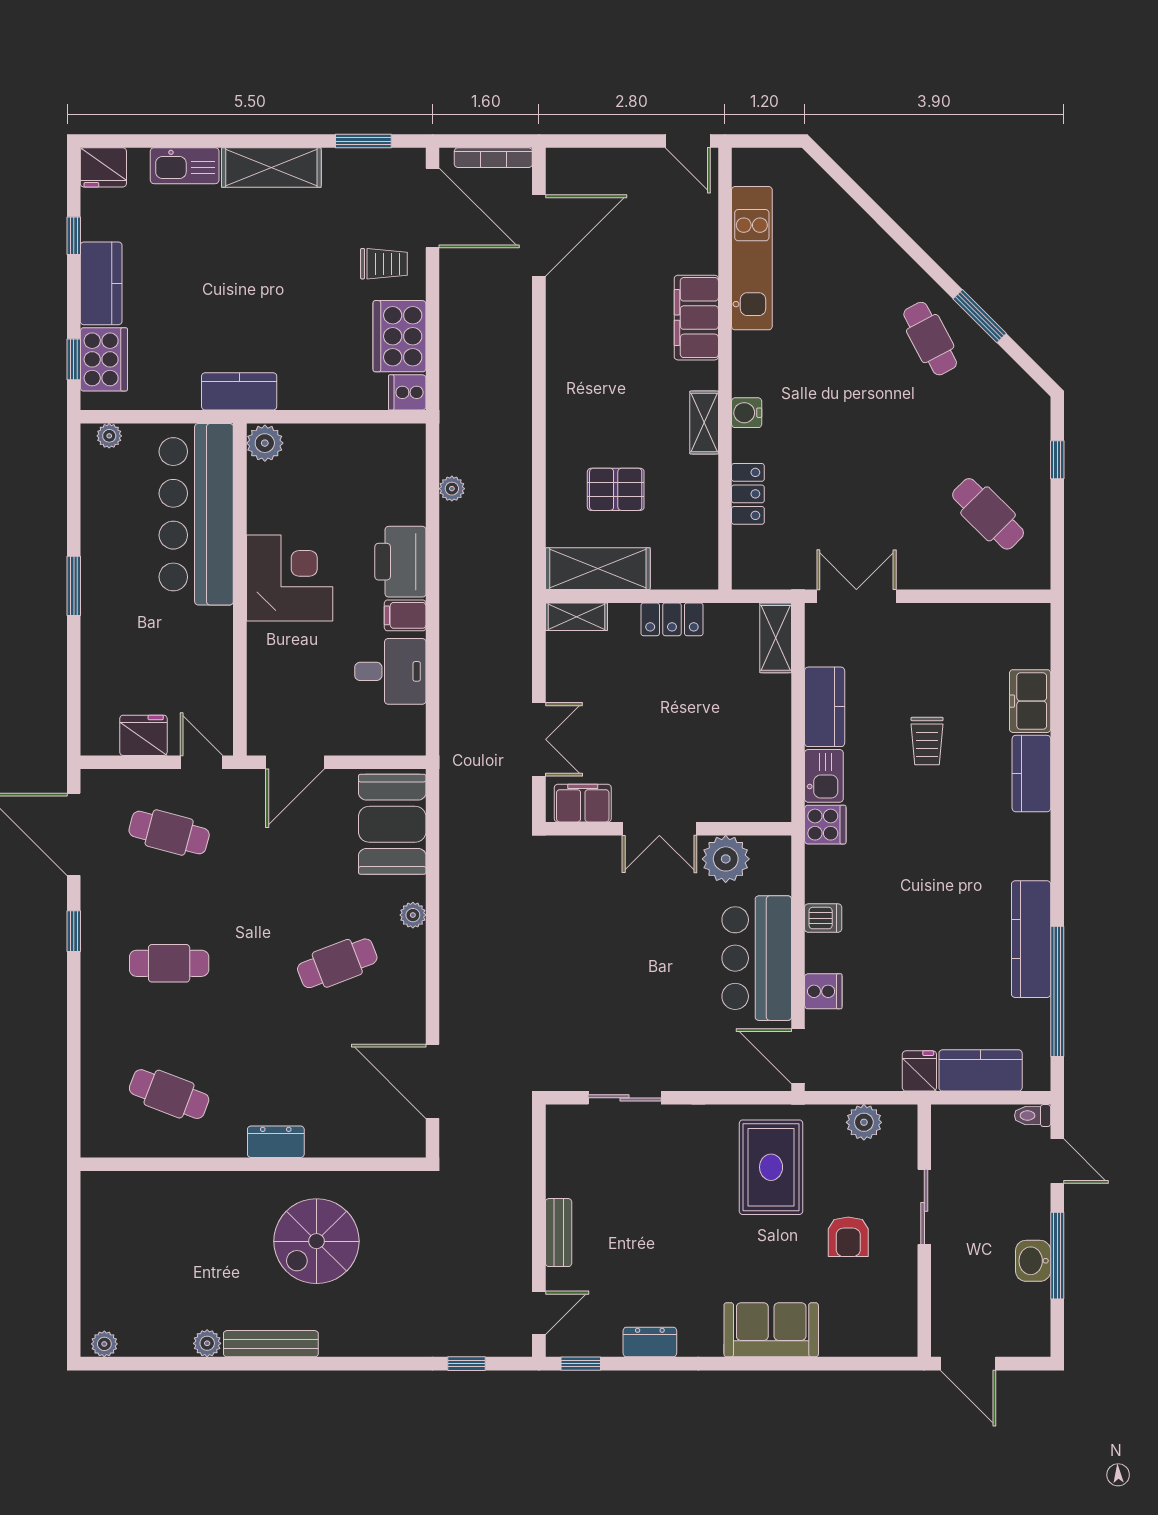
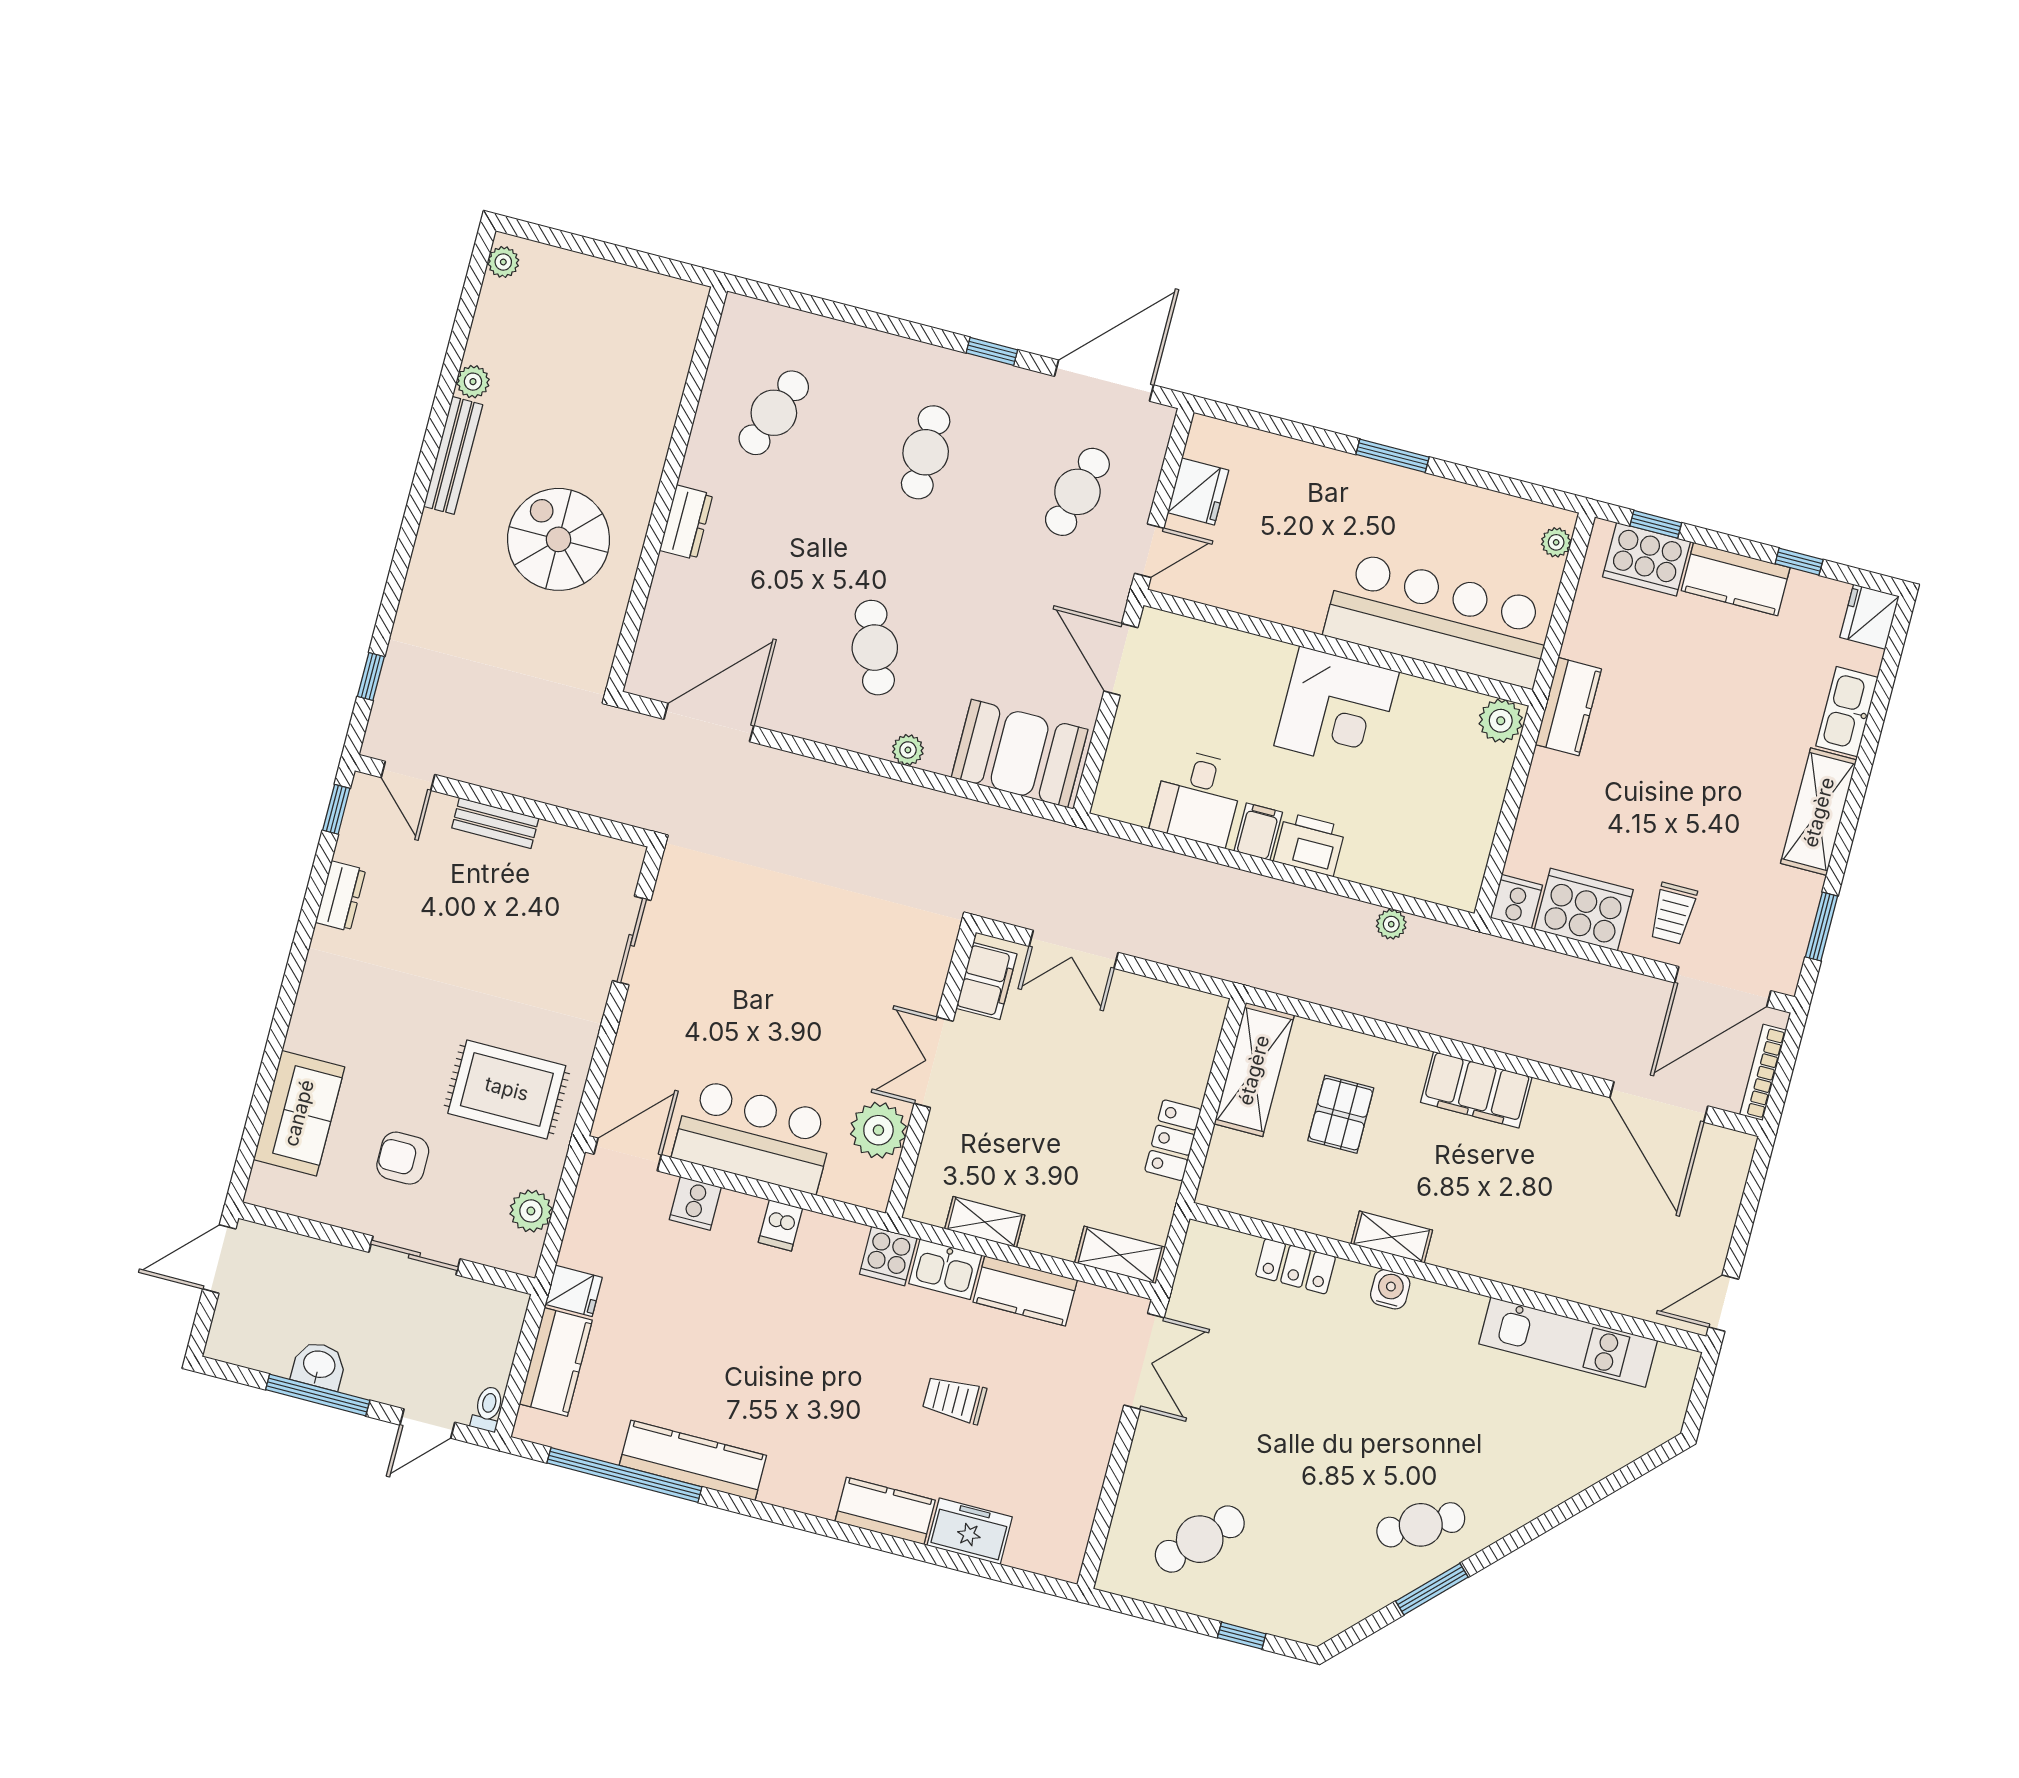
filing cabinet: (696, 318) -> (1476, 1090), moved, turned 180
printer: (400, 562) -> (1309, 844), width x0.73, depth x0.84
shelving: (576, 617) -> (985, 1222), moved, turned 90
sofa: (771, 1330) -> (299, 1113), moved

